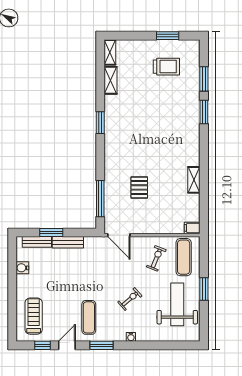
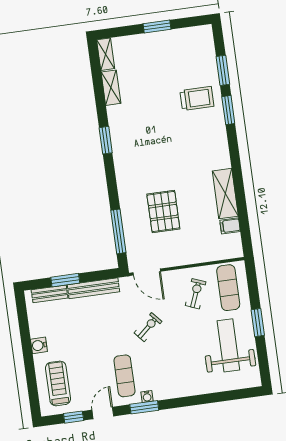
window: (168, 36) -> (157, 27), moved
trolley: (166, 67) -> (197, 98), moved
shelving: (194, 180) -> (225, 194), width x1.50, depth x1.33
pallet: (139, 187) -> (163, 212), width x1.50, depth x1.42
filing cabinet: (192, 228) -> (230, 226), moved
bench: (68, 242) -> (93, 288), width x1.36
water cooler: (22, 268) -> (39, 345), moved
exercise bike: (130, 299) -> (148, 327), moved
water cooler: (131, 337) -> (147, 397), moved

